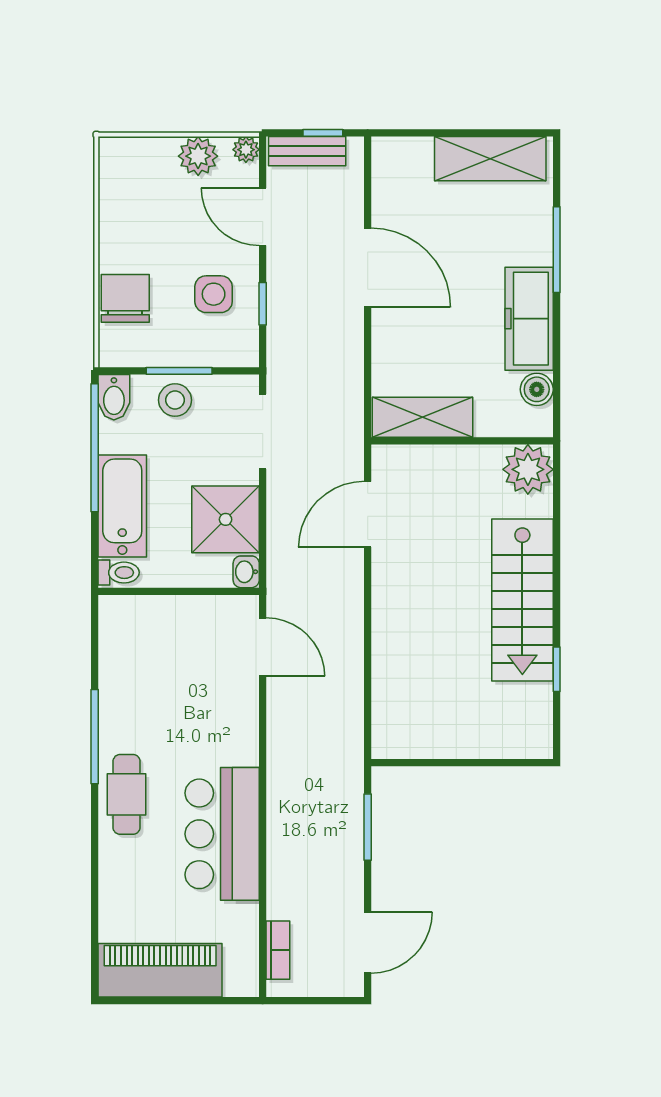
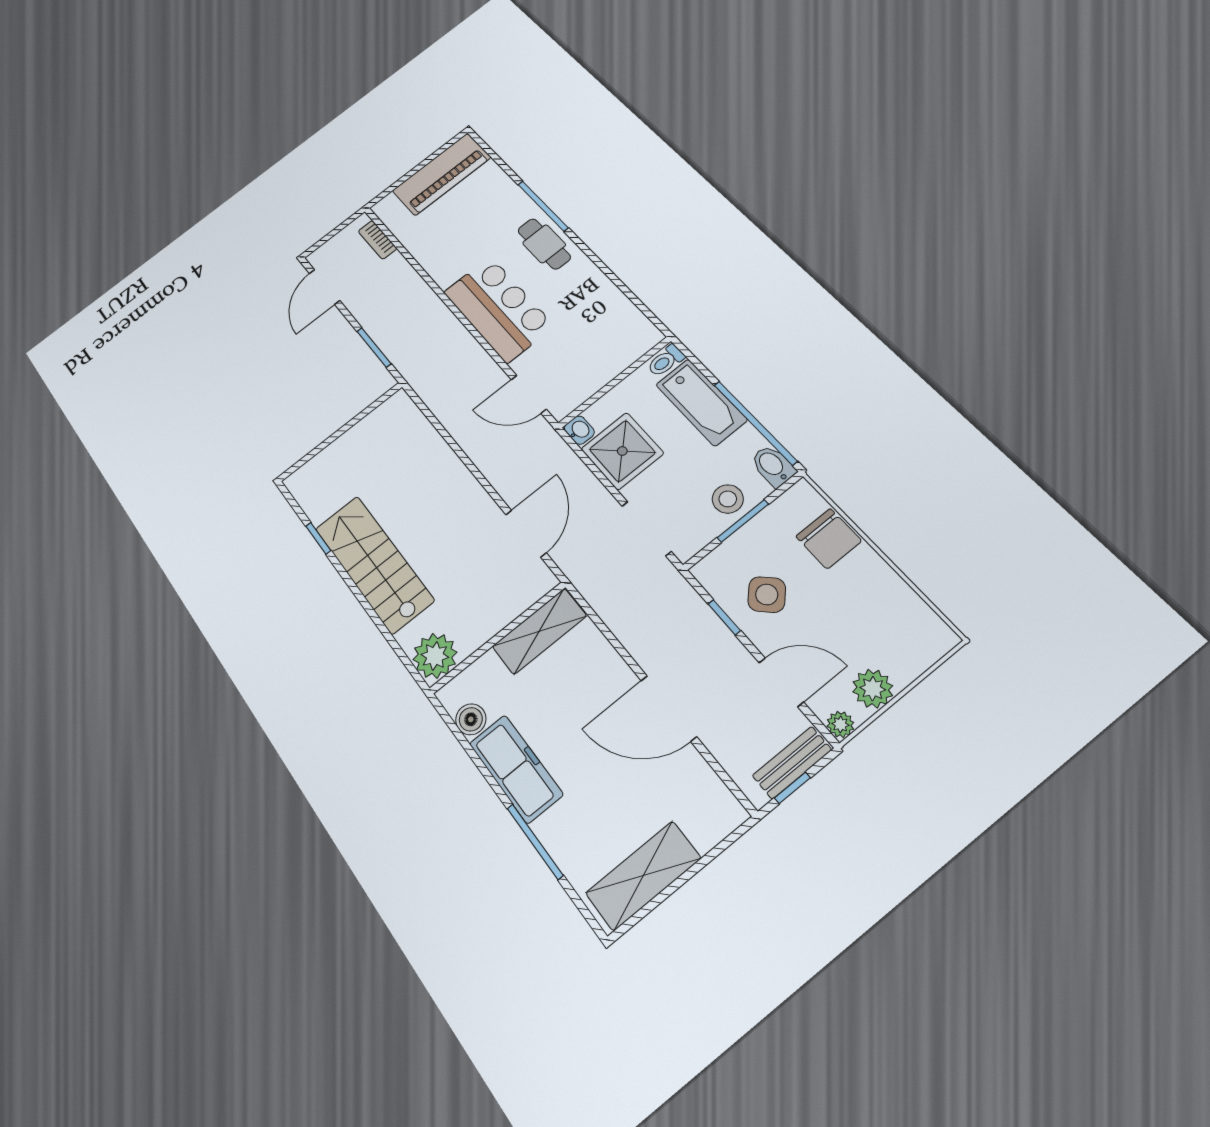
side table: (214, 294) -> (767, 595), turned 45
window: (95, 737) -> (543, 206), moved
bar counter: (222, 834) -> (498, 309), moved

